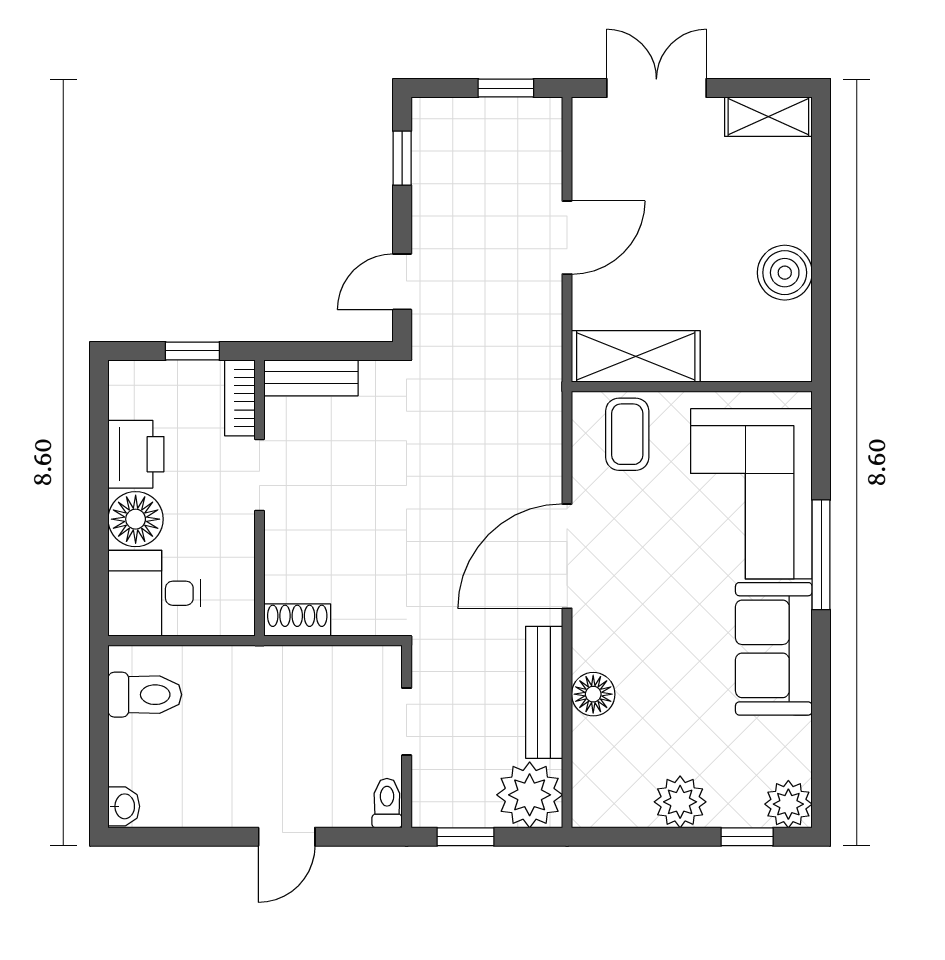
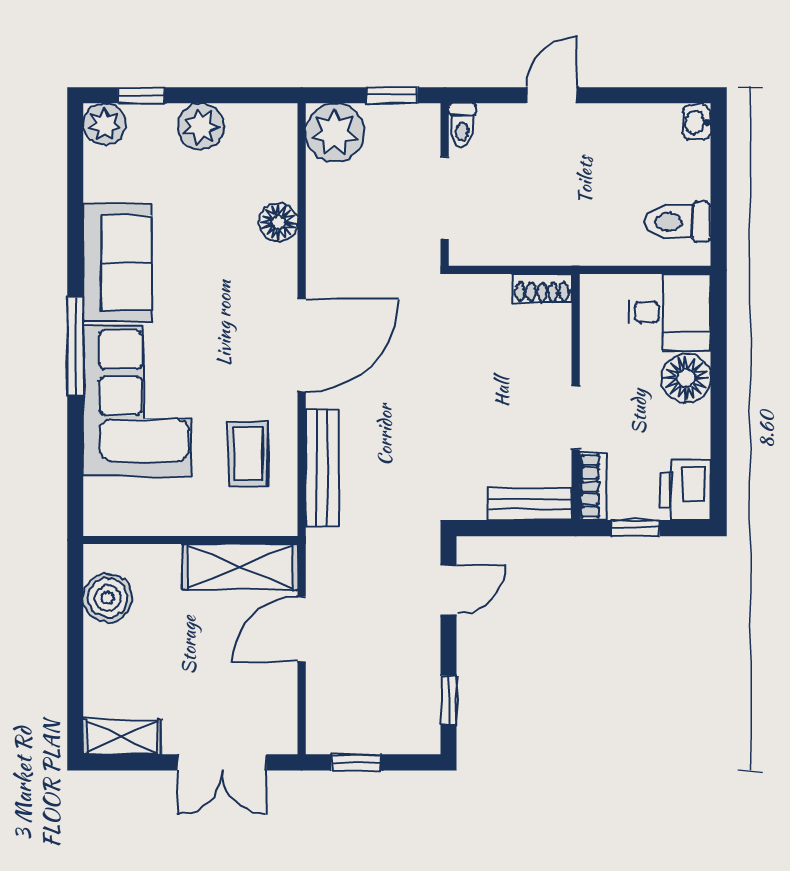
shelving: (636, 356) -> (240, 567), moved
wall: (692, 387) -> (190, 540), moved
printer: (136, 454) -> (686, 490), moved
bench: (544, 692) -> (322, 468), moved
doorway: (407, 722) -> (445, 198), width x1.38

